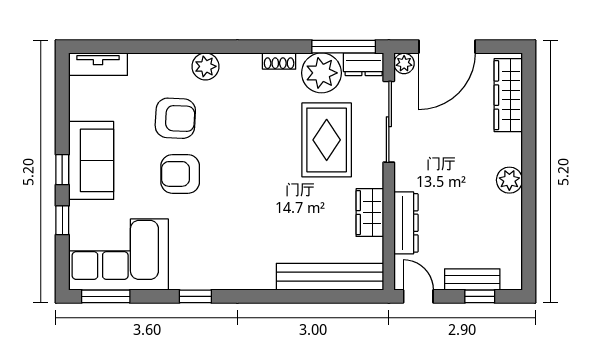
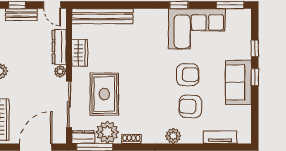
plant: (404, 63) -> (60, 71), moved
tv unit: (98, 64) -> (220, 137), moved
corner sofa: (119, 254) -> (197, 29), moved

